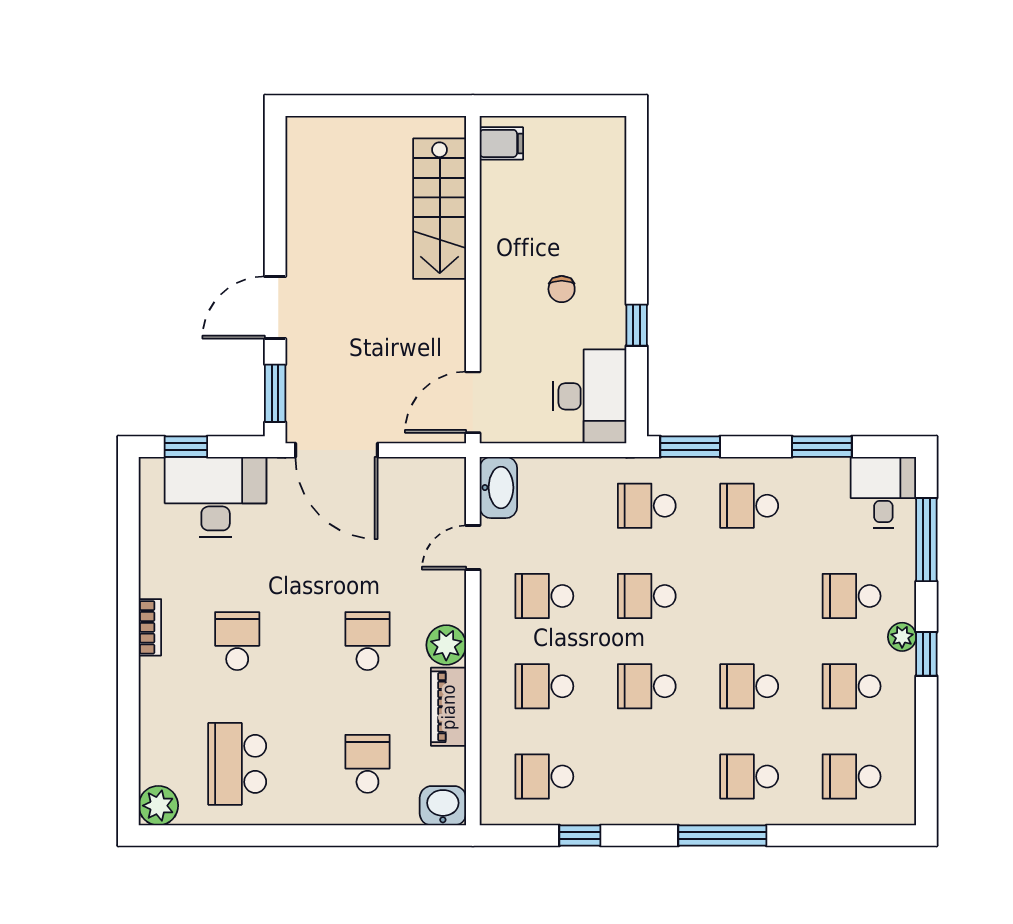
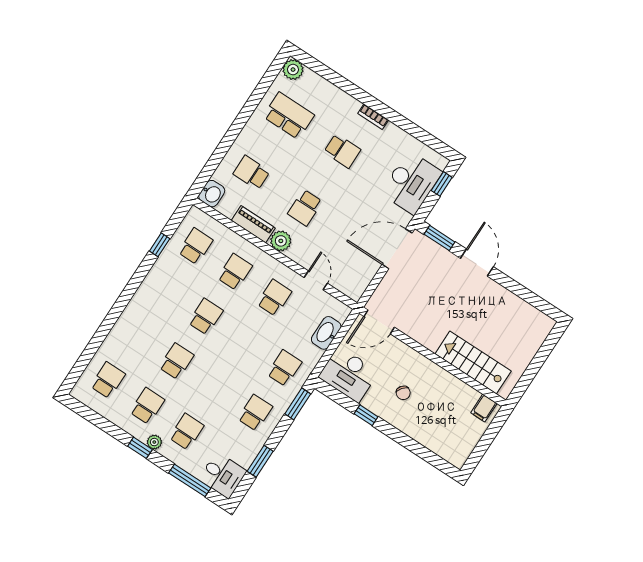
chair: (562, 289) -> (403, 393), turned -142
door: (473, 402) -> (379, 322), swing flipped
washbasin: (498, 488) -> (326, 333), moved, turned 90
school desk: (647, 596) -> (245, 342), removed
school desk: (367, 641) -> (305, 208), turned 90
school desk: (367, 764) -> (251, 173), turned 180
school desk: (749, 776) -> (137, 336), removed
window: (722, 836) -> (119, 307), removed

